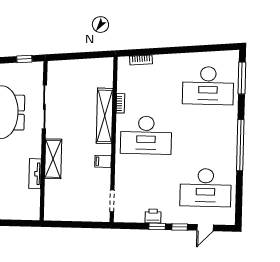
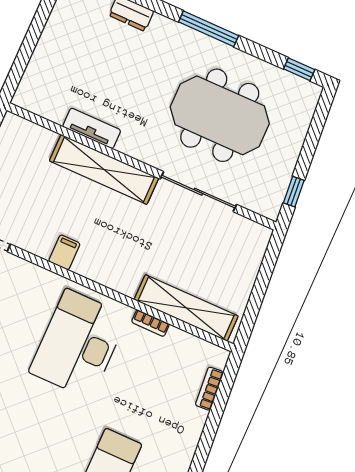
shelving: (105, 116) -> (186, 308), moved
shelving: (53, 159) -> (104, 169), width x1.47

